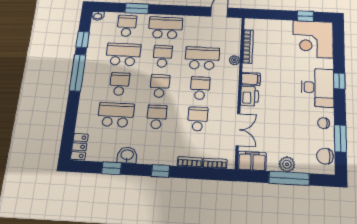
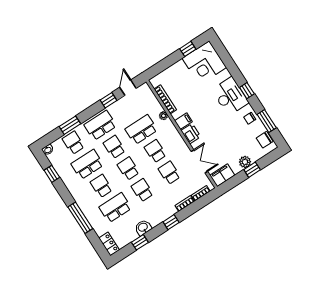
window: (192, 11) -> (108, 100), added
window: (78, 73) -> (80, 218), moved
window: (339, 81) -> (247, 91), moved
window: (289, 178) -> (252, 170), width x0.46

